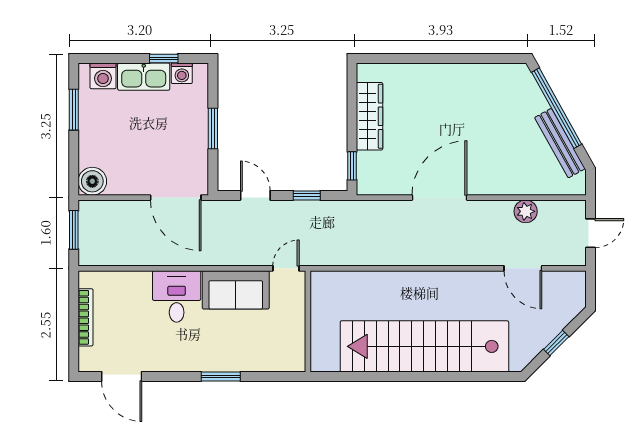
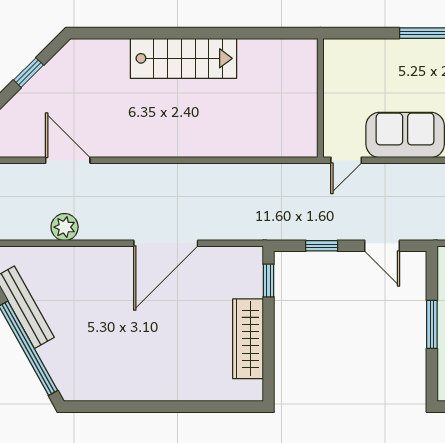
stairs: (424, 346) -> (183, 58), width x0.54, depth x0.66

